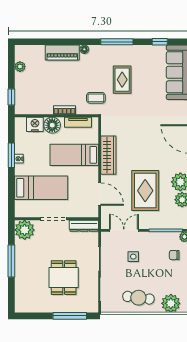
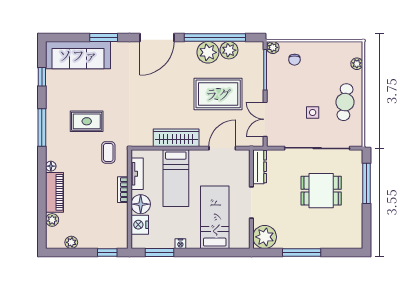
plant: (39, 50) -> (52, 220), added
window: (11, 155) -> (160, 252), moved
side table: (133, 257) -> (313, 112), moved
plant: (171, 303) -> (357, 64), width x0.53, depth x0.53

